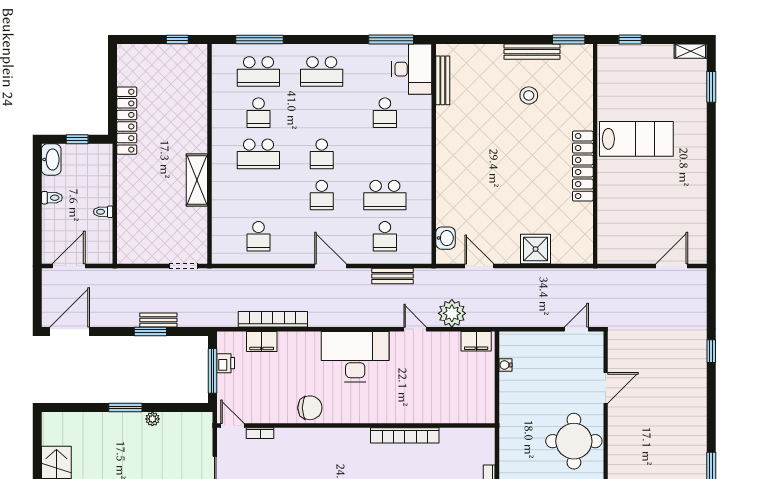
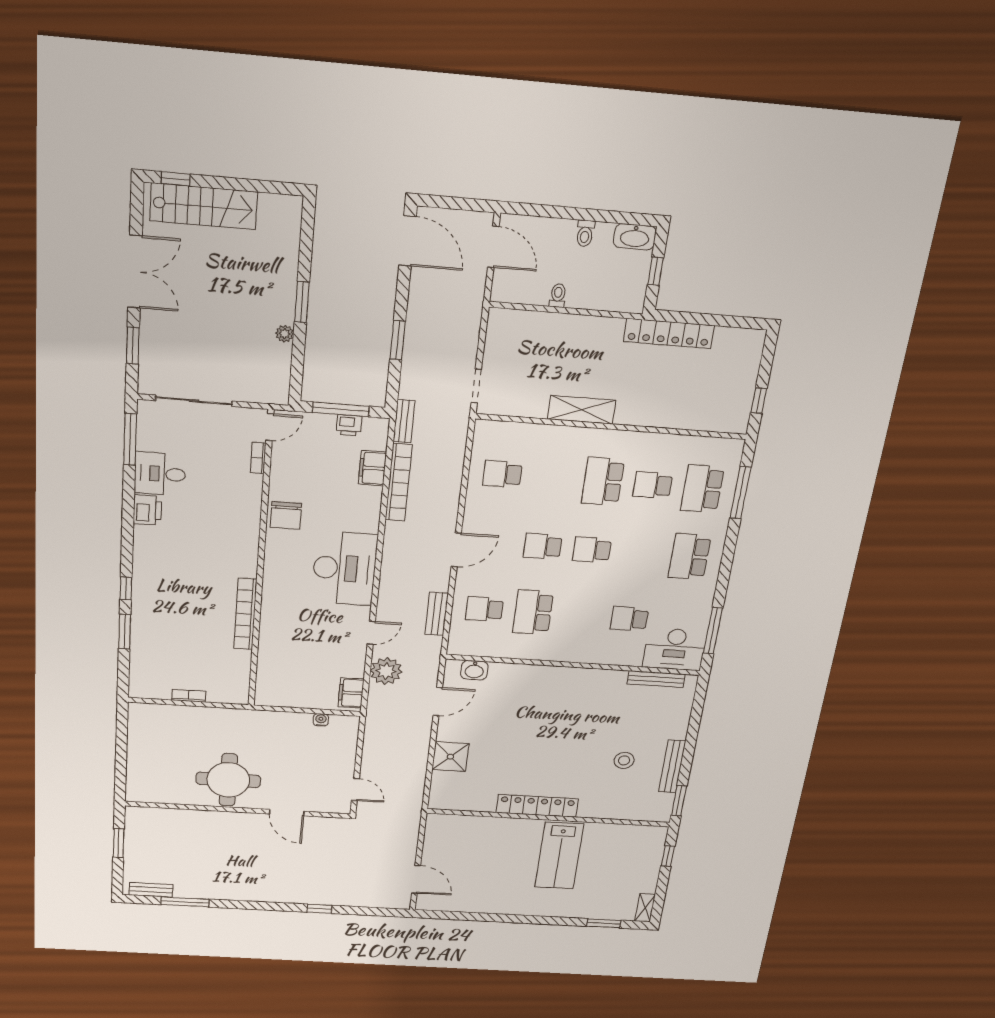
bench: (158, 320) -> (404, 421), moved

